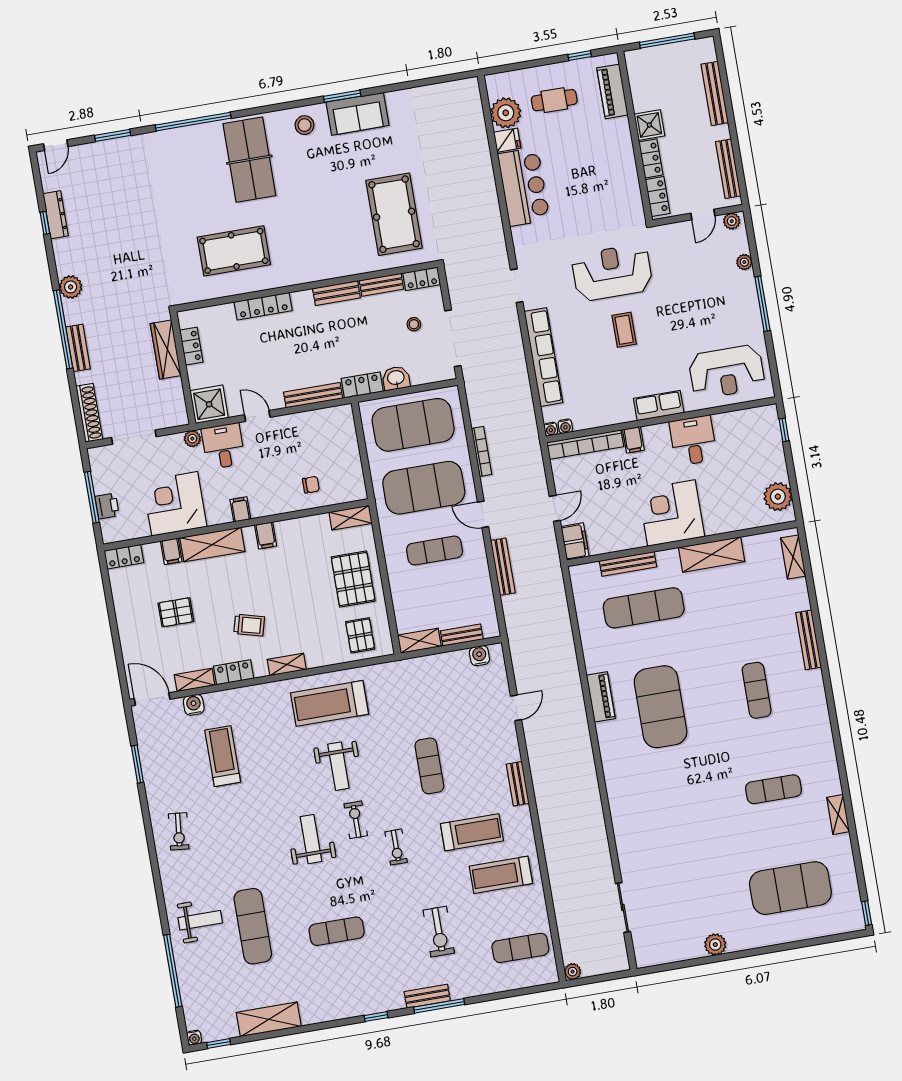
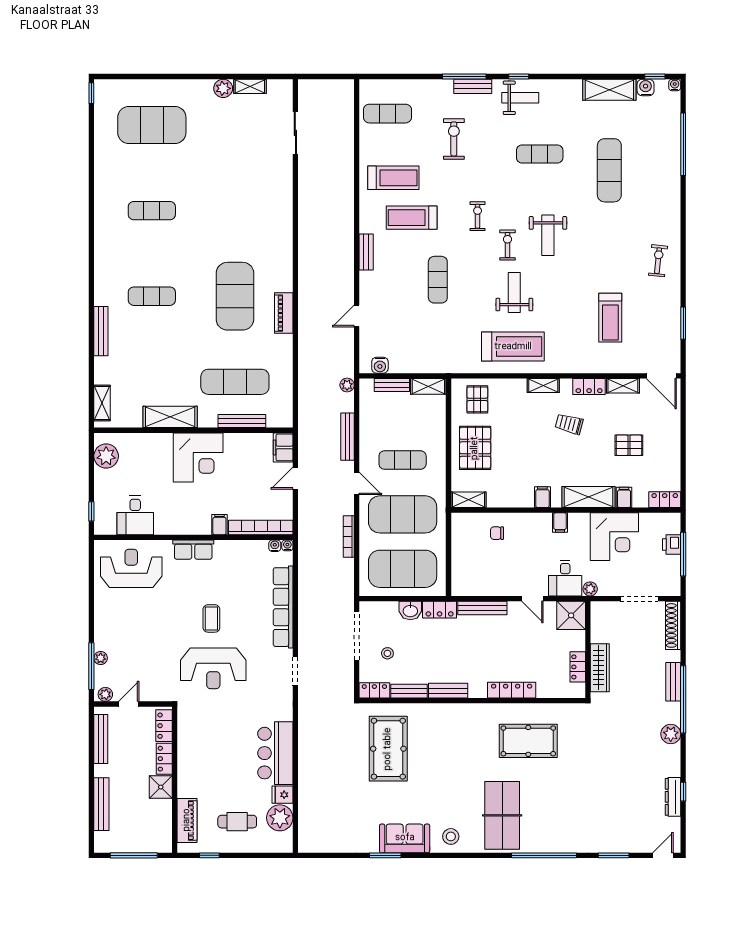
window: (342, 96) -> (385, 855), moved
window: (762, 304) -> (91, 666), moved
desk: (693, 441) -> (135, 515), moved
exercise mat: (757, 690) -> (152, 296), turned 90
water cooler: (194, 705) -> (646, 87), moved, turned 180
shelving: (838, 814) -> (250, 86), moved, turned 90
exercise bike: (356, 820) -> (508, 245), turned 180
weight bench: (200, 920) -> (520, 98), moved, turned 180
plant: (573, 972) -> (347, 385), moved

